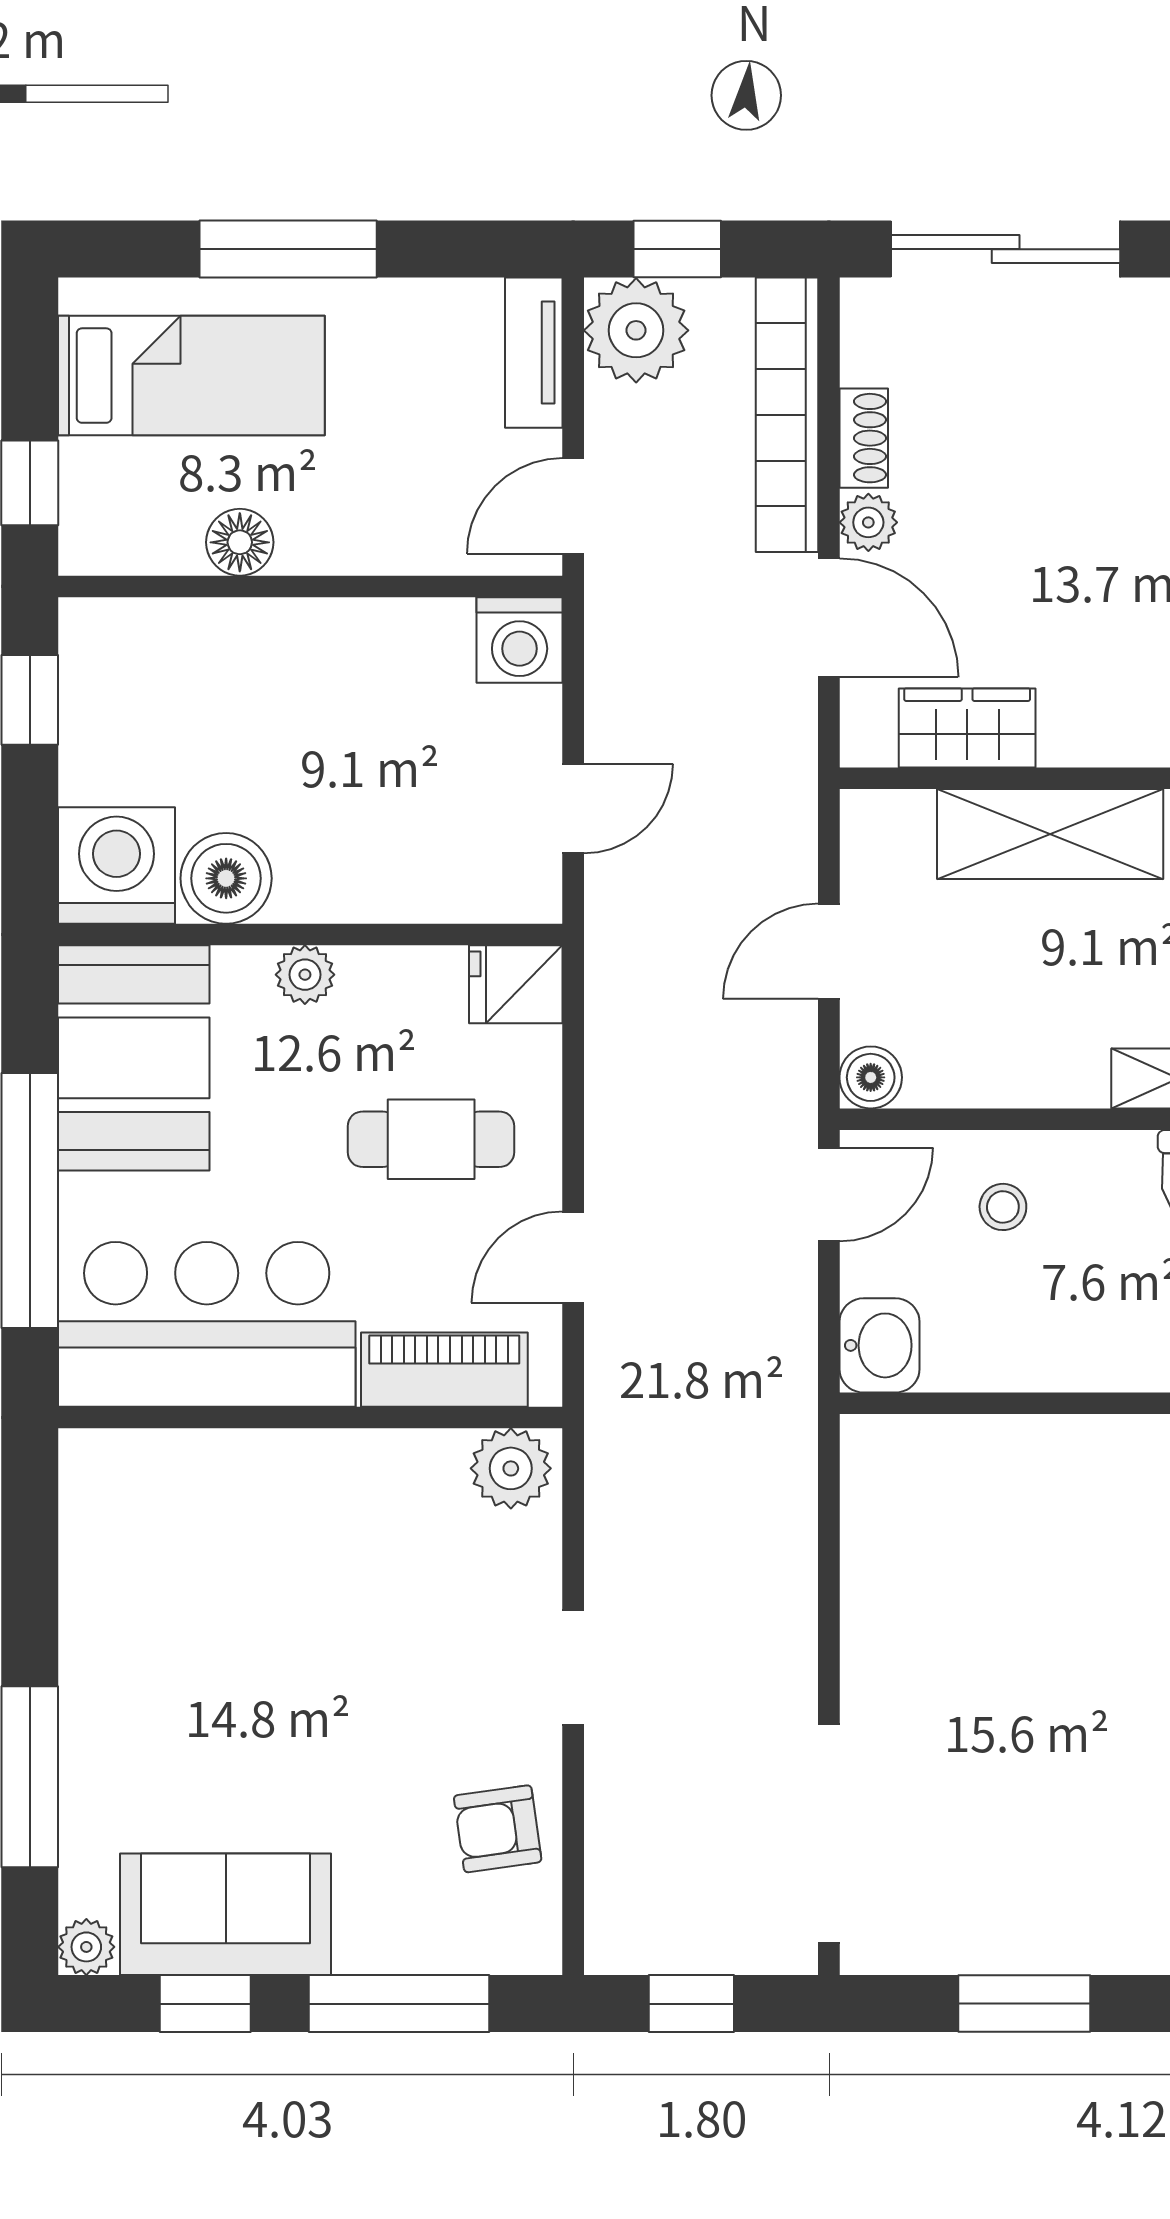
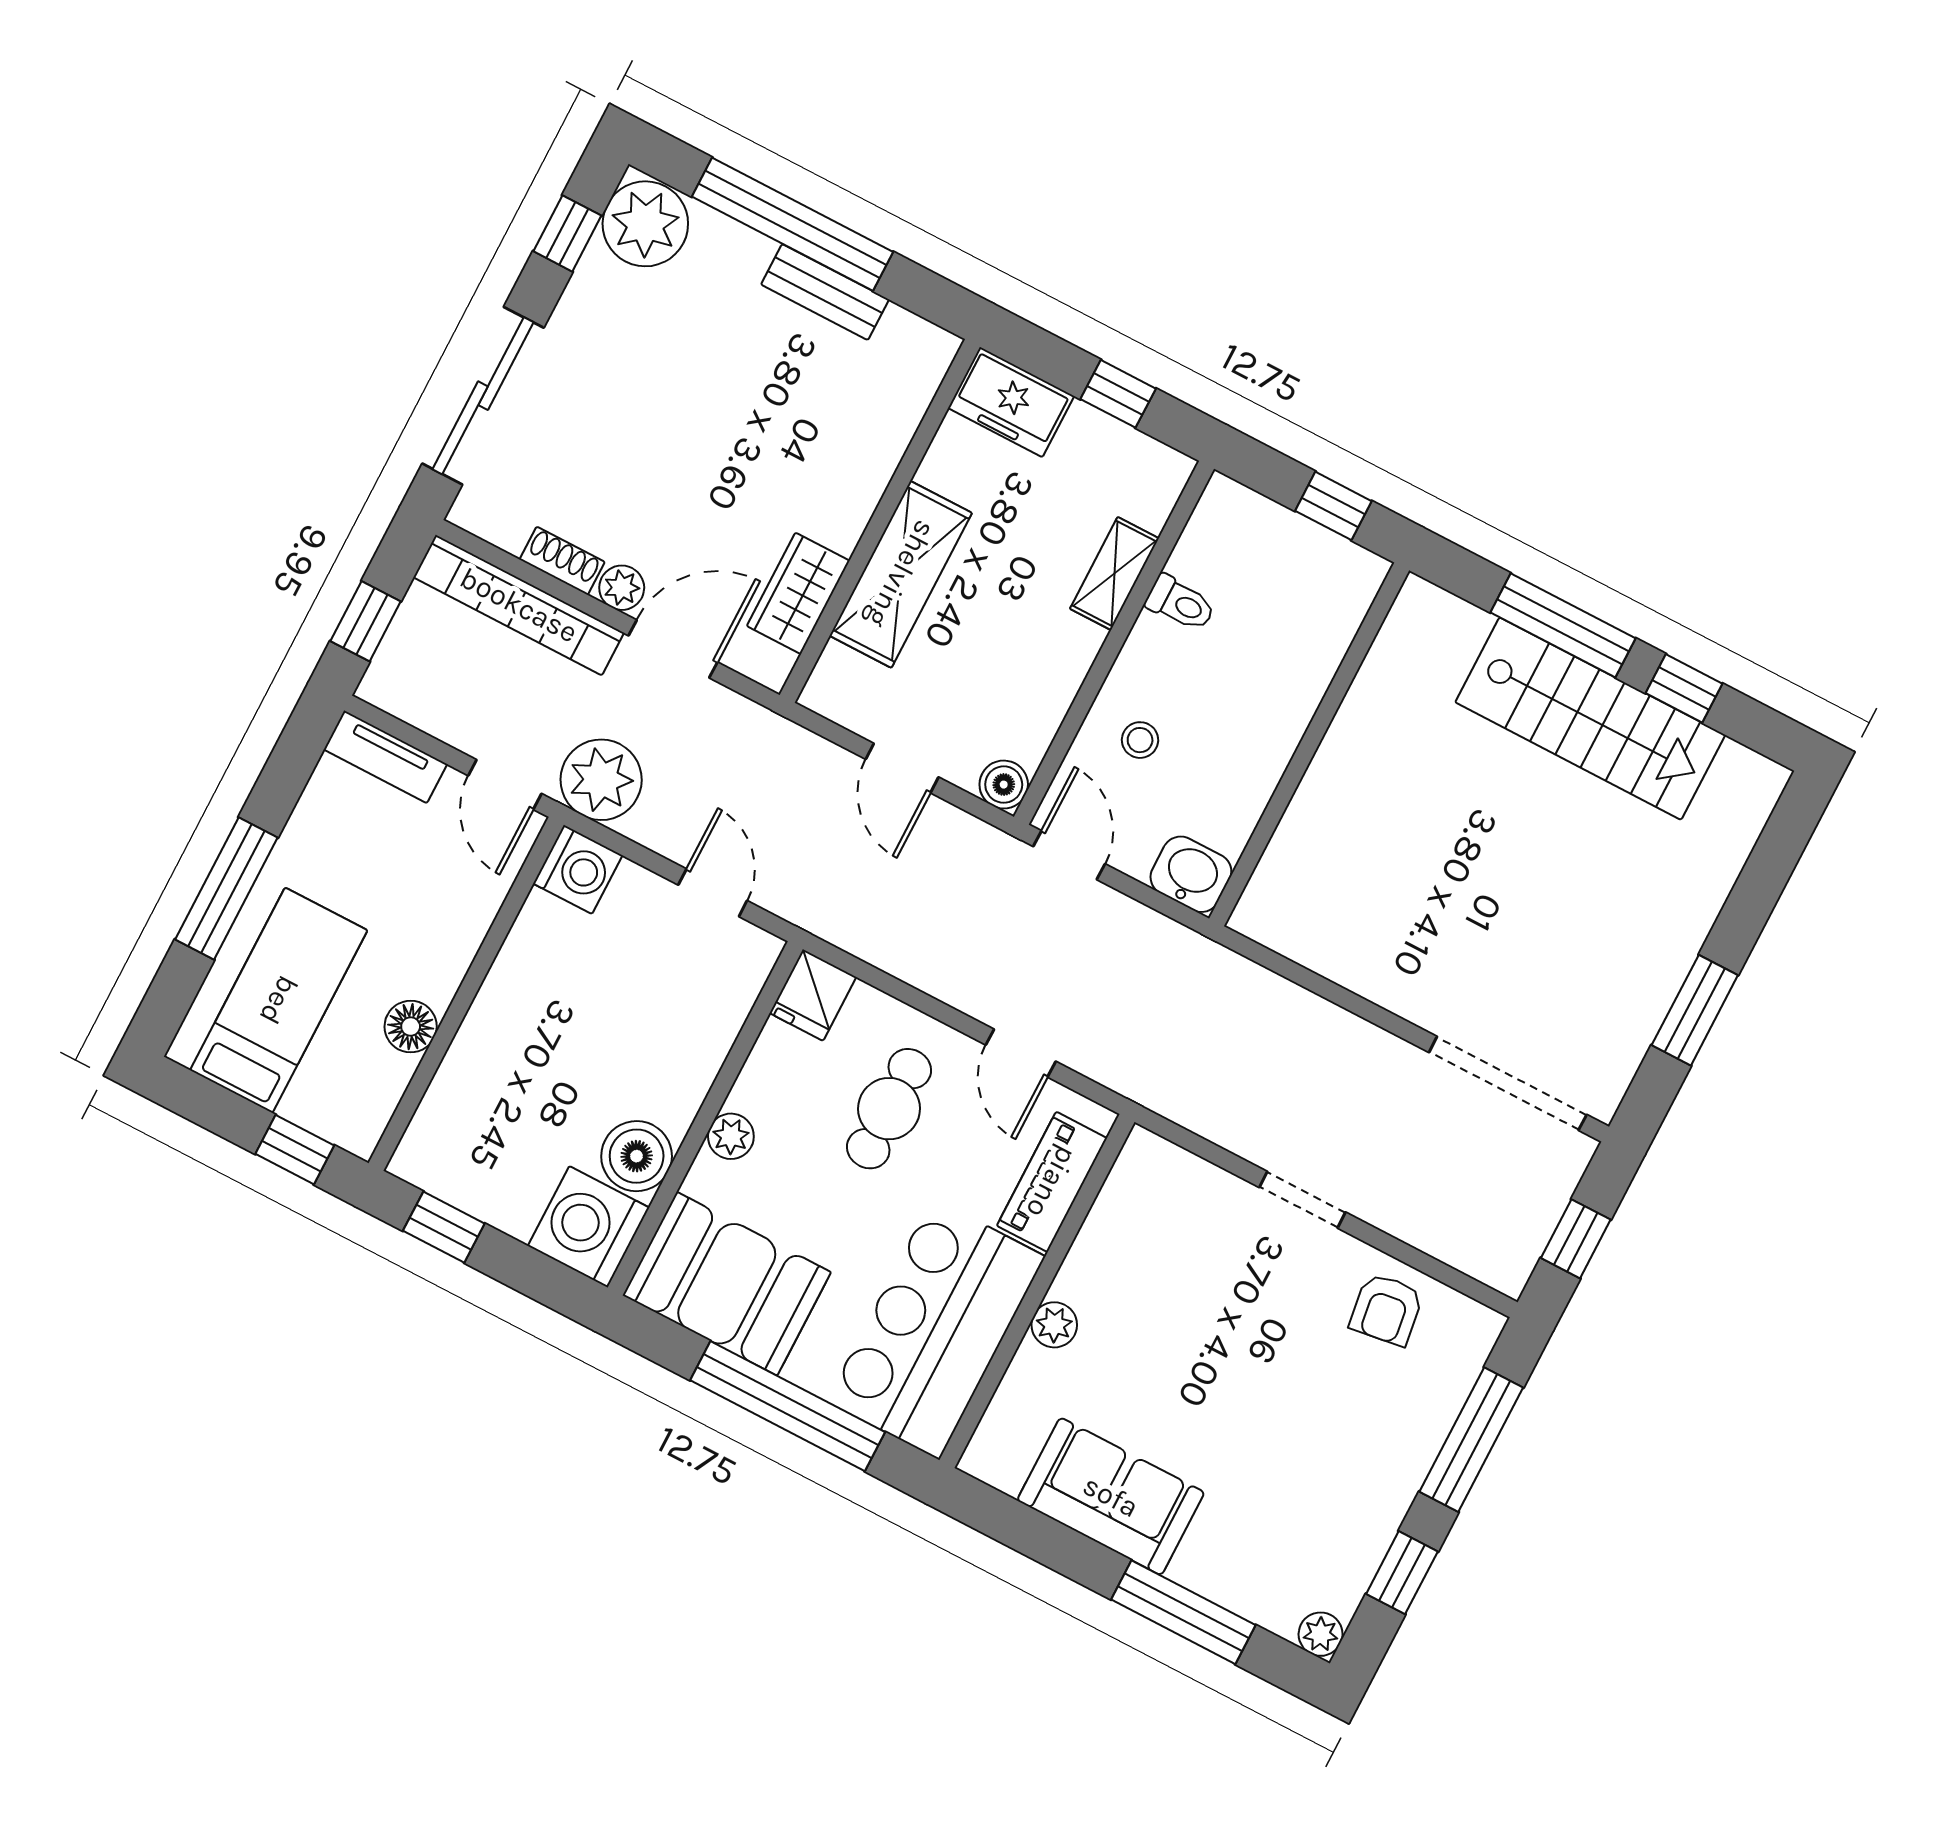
plant: (636, 330) -> (601, 780), moved
plant: (511, 1468) -> (1054, 1325), moved, width x0.73, depth x0.73
sofa: (226, 1914) -> (1111, 1496), moved, turned 90

